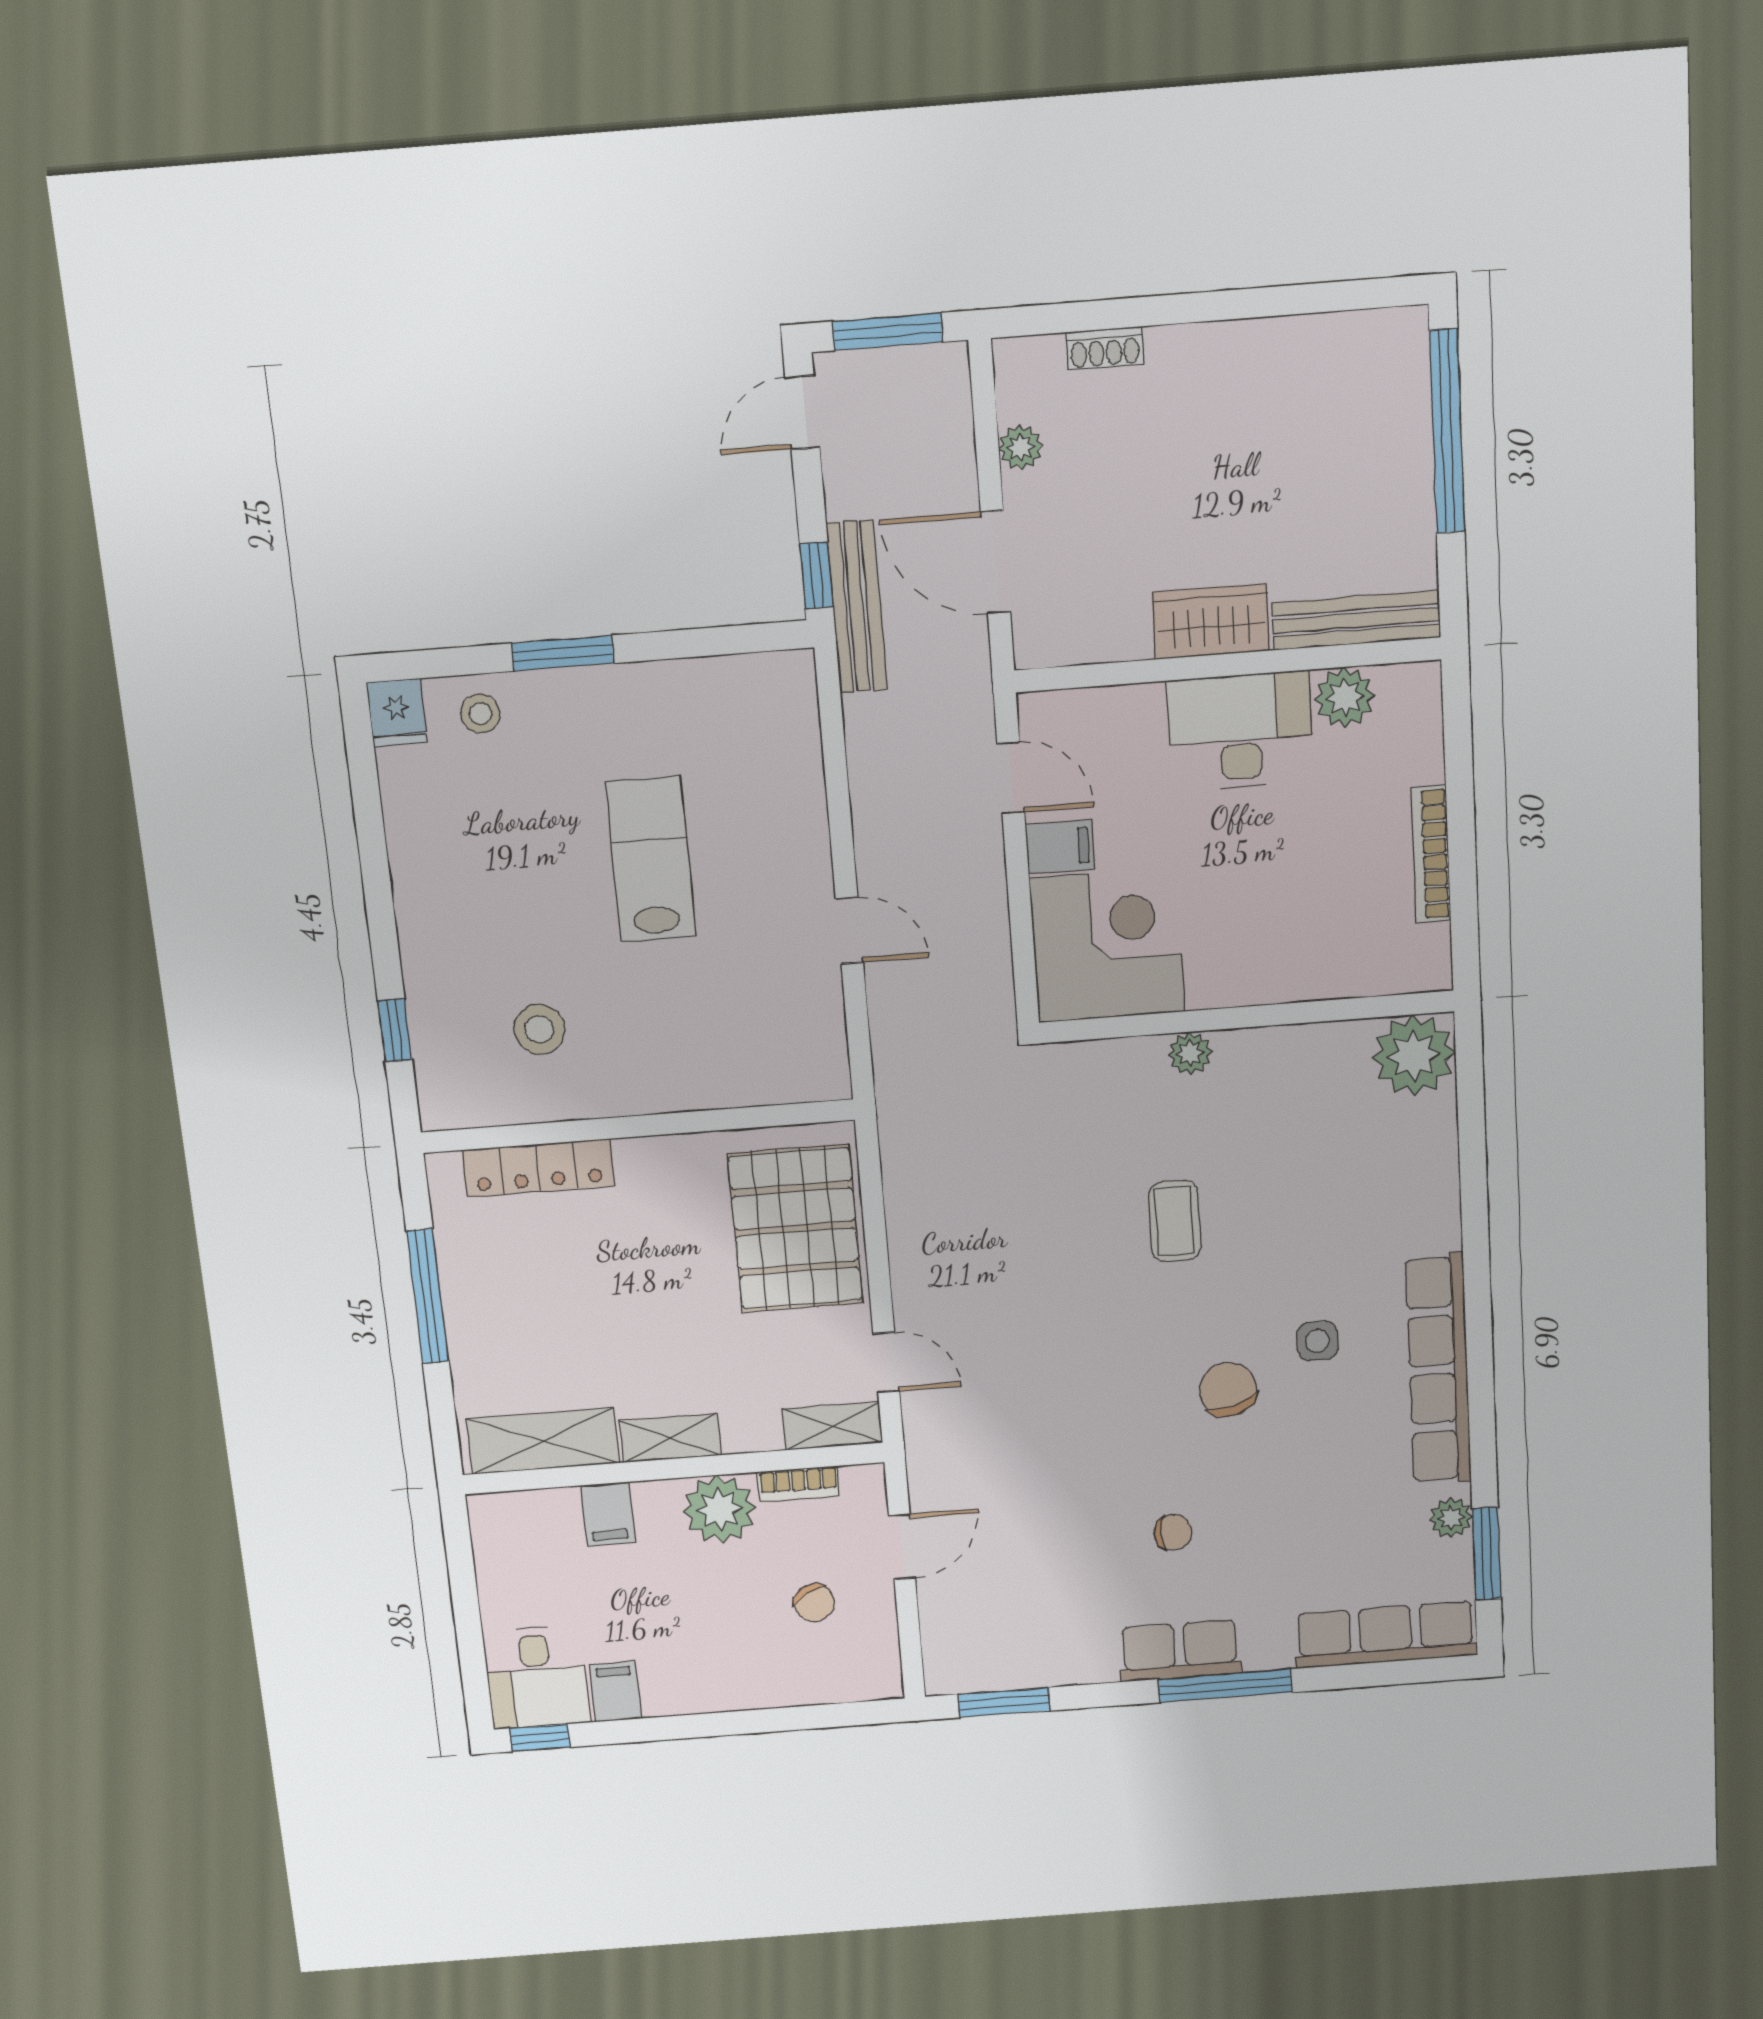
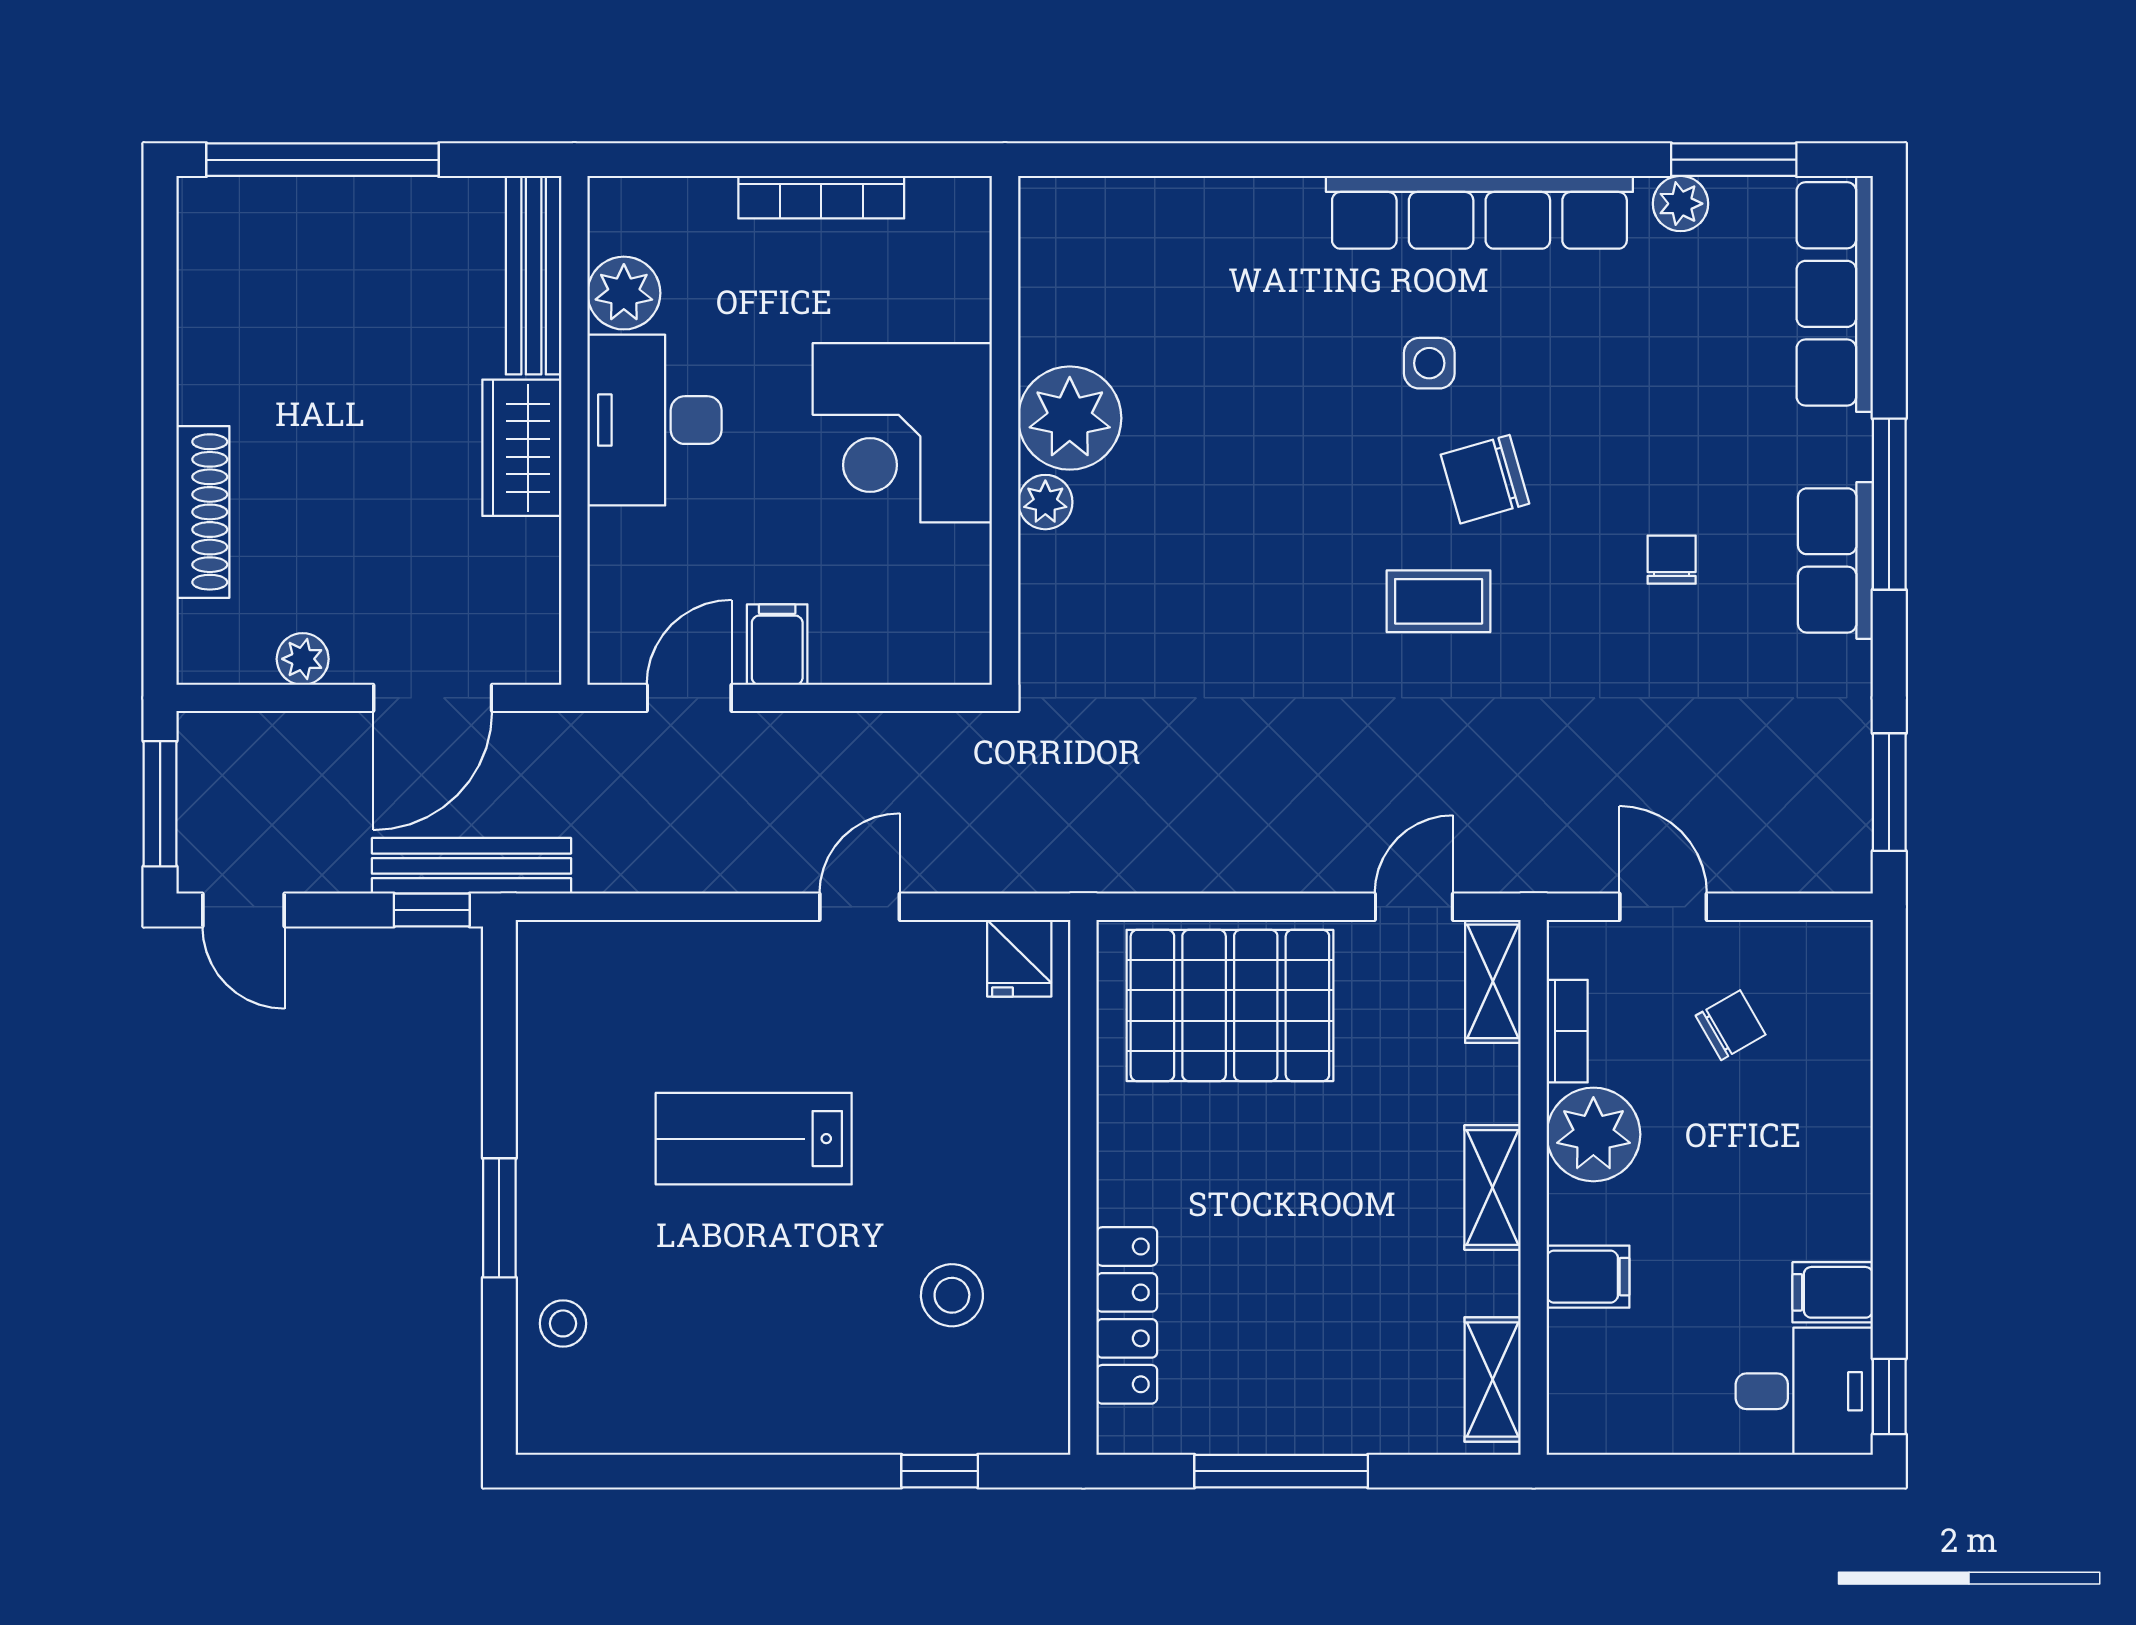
shoe rack: (1105, 348) -> (203, 512), width x1.94, depth x1.24
fridge: (397, 713) -> (1019, 958), moved, turned 90
corner desk: (1107, 945) -> (902, 433), moved, turned -90
plant: (1414, 1055) -> (1070, 418), moved
coffee table: (1175, 1221) -> (1439, 601), moved
shelving: (543, 1441) -> (1493, 1379), width x0.67, depth x0.75

